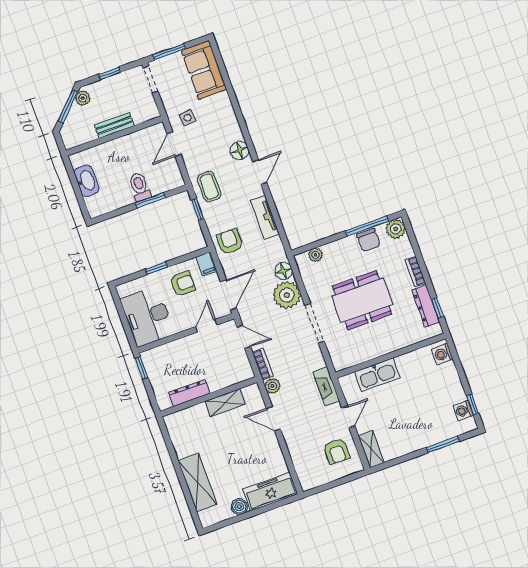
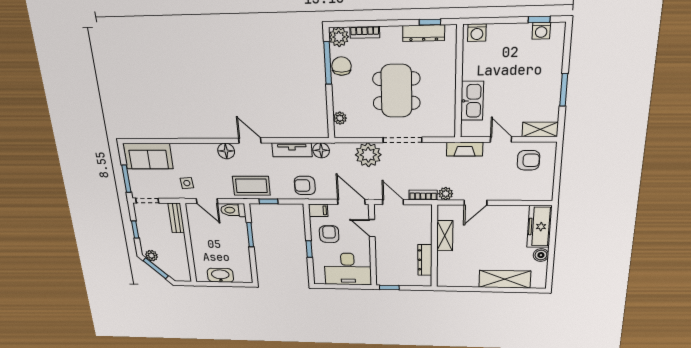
bench: (114, 125) -> (176, 218), moved
toilet: (140, 187) -> (233, 210), moved
coffee table: (209, 187) -> (251, 186), width x1.36, depth x1.30
chair: (368, 240) -> (341, 66), turned -90
floor lamp: (283, 271) -> (321, 150), moved
bookcase: (415, 272) -> (365, 32), moved
door: (244, 337) -> (393, 202), hinge flipped
window: (443, 444) -> (564, 90), moved

